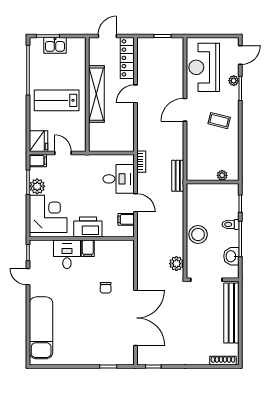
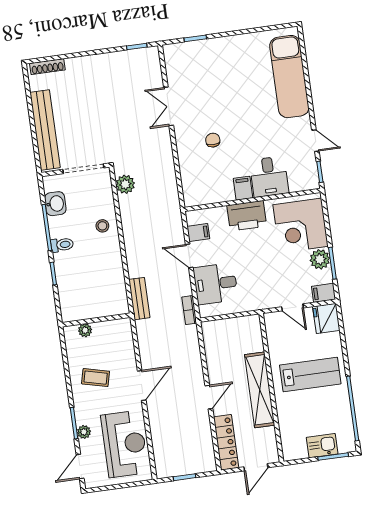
plant: (222, 175) -> (85, 330), moved
wall: (213, 182) -> (96, 320), moved
stool: (198, 234) -> (102, 226), width x0.53, depth x0.53
double door: (136, 318) -> (169, 106), width x0.54

